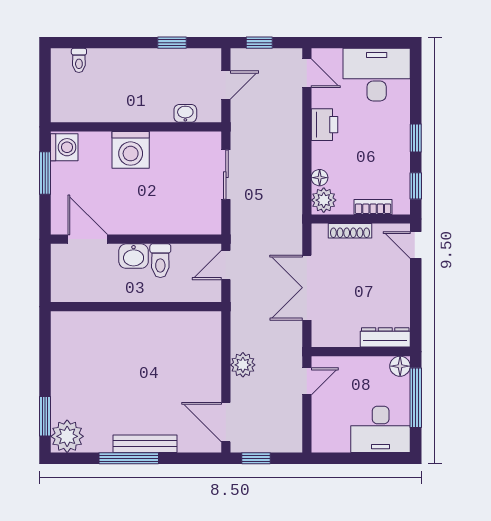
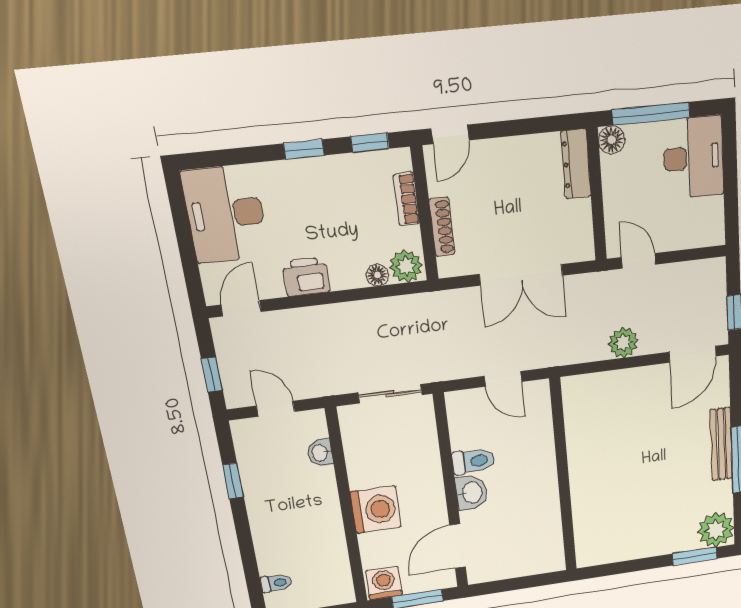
door: (88, 239) -> (458, 546), moved
wall: (136, 239) -> (451, 493), moved
washbasin: (134, 256) -> (471, 493), moved
toilet: (160, 261) -> (473, 461), moved

